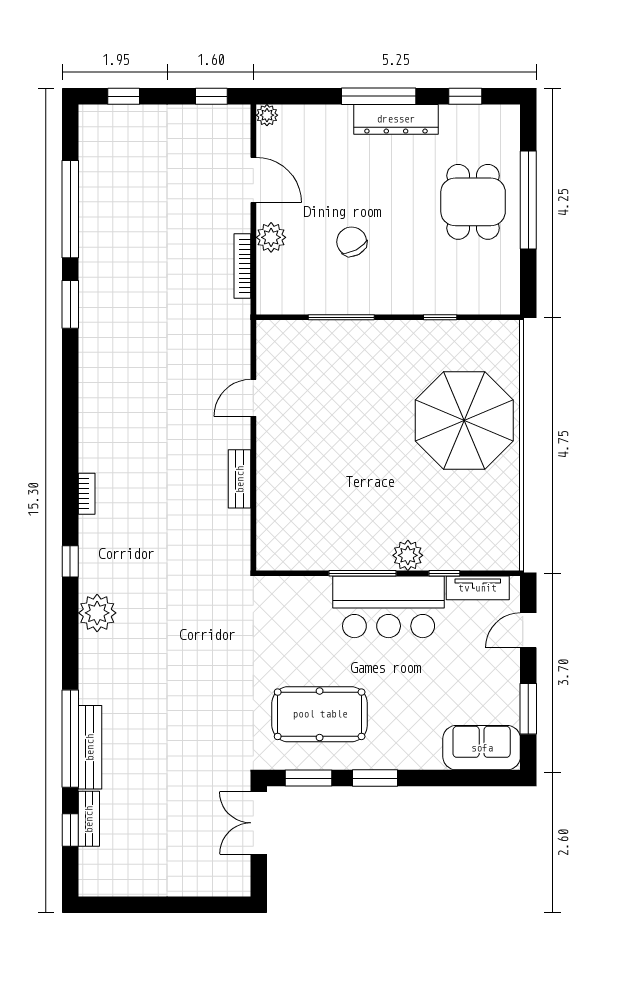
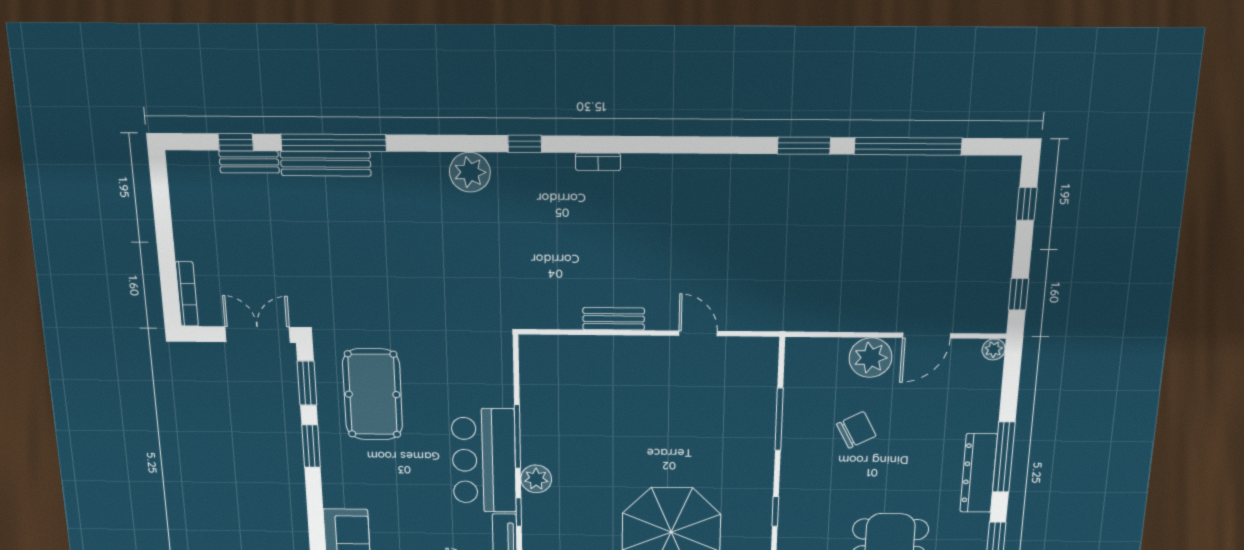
plant: (271, 237) -> (870, 358), width x1.36, depth x1.36
bookcase: (242, 266) -> (187, 294), moved, turned 90

